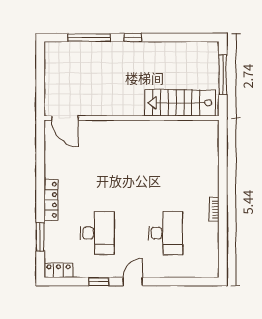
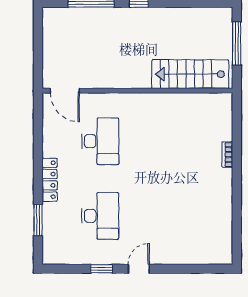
bookcase: (214, 210) -> (227, 155), moved
desk: (166, 233) -> (100, 141), moved
locker: (59, 270) -> (58, 257), removed

